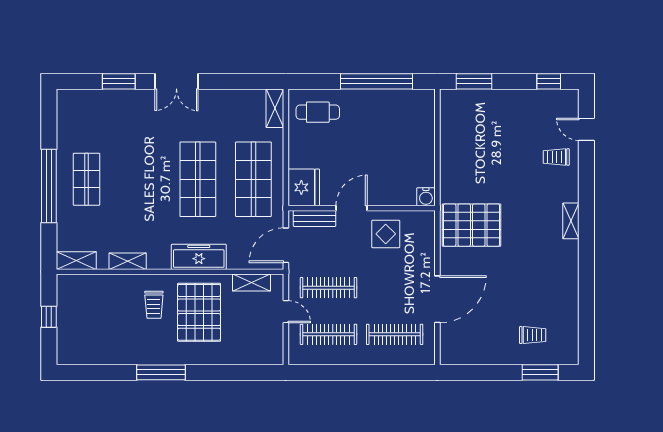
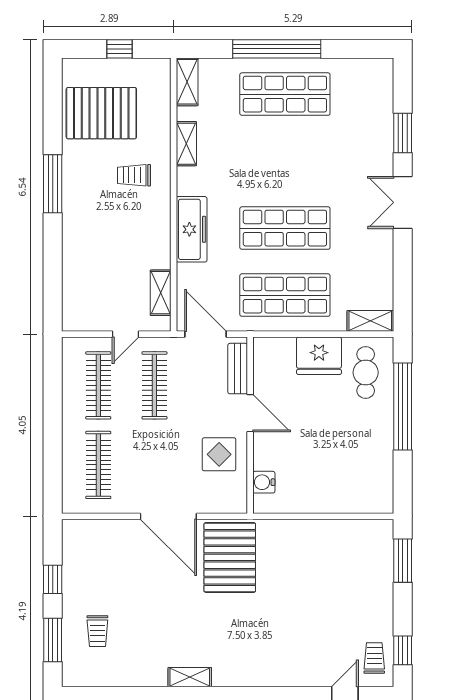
window: (377, 81) -> (403, 406), moved
trolley: (556, 157) -> (374, 658), moved
shop shelf: (86, 179) -> (285, 94), width x1.43, depth x1.36
fridge: (304, 187) -> (319, 356), moved
water cooler: (426, 197) -> (264, 482), moved
shelving: (571, 221) -> (190, 677), moved
door: (437, 299) -> (168, 516), moved
pallet: (199, 312) -> (101, 113), moved
window: (490, 372) -> (53, 579), added

